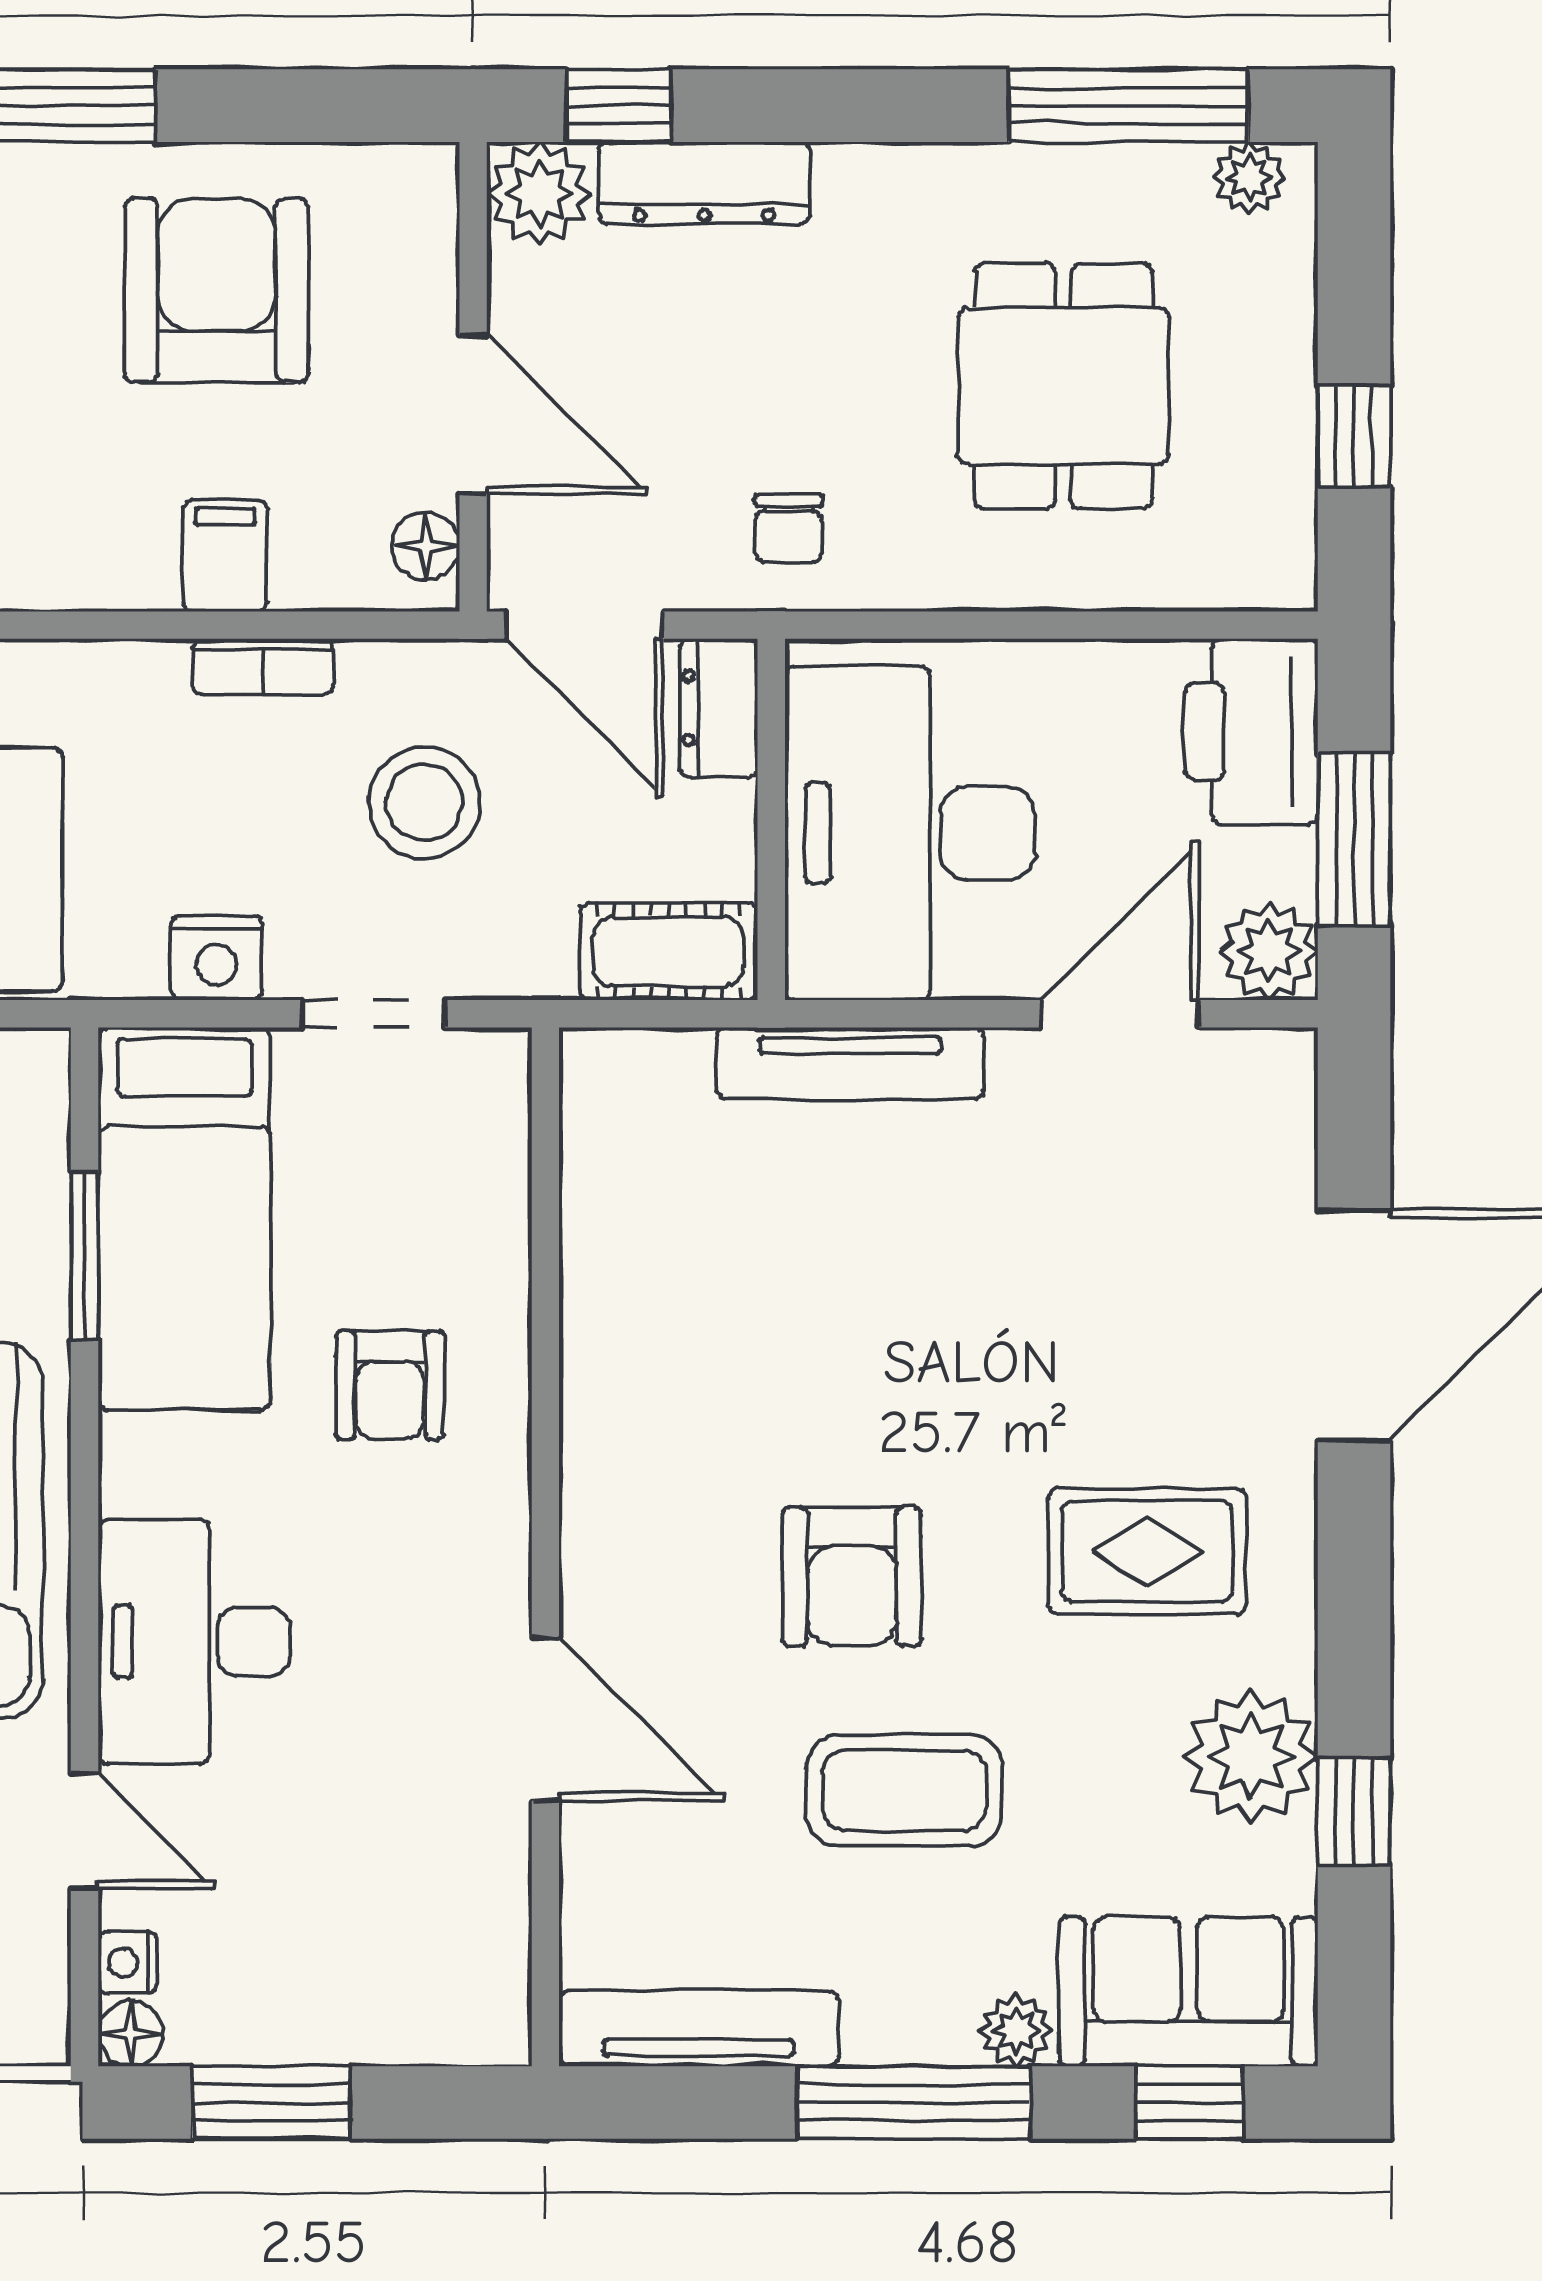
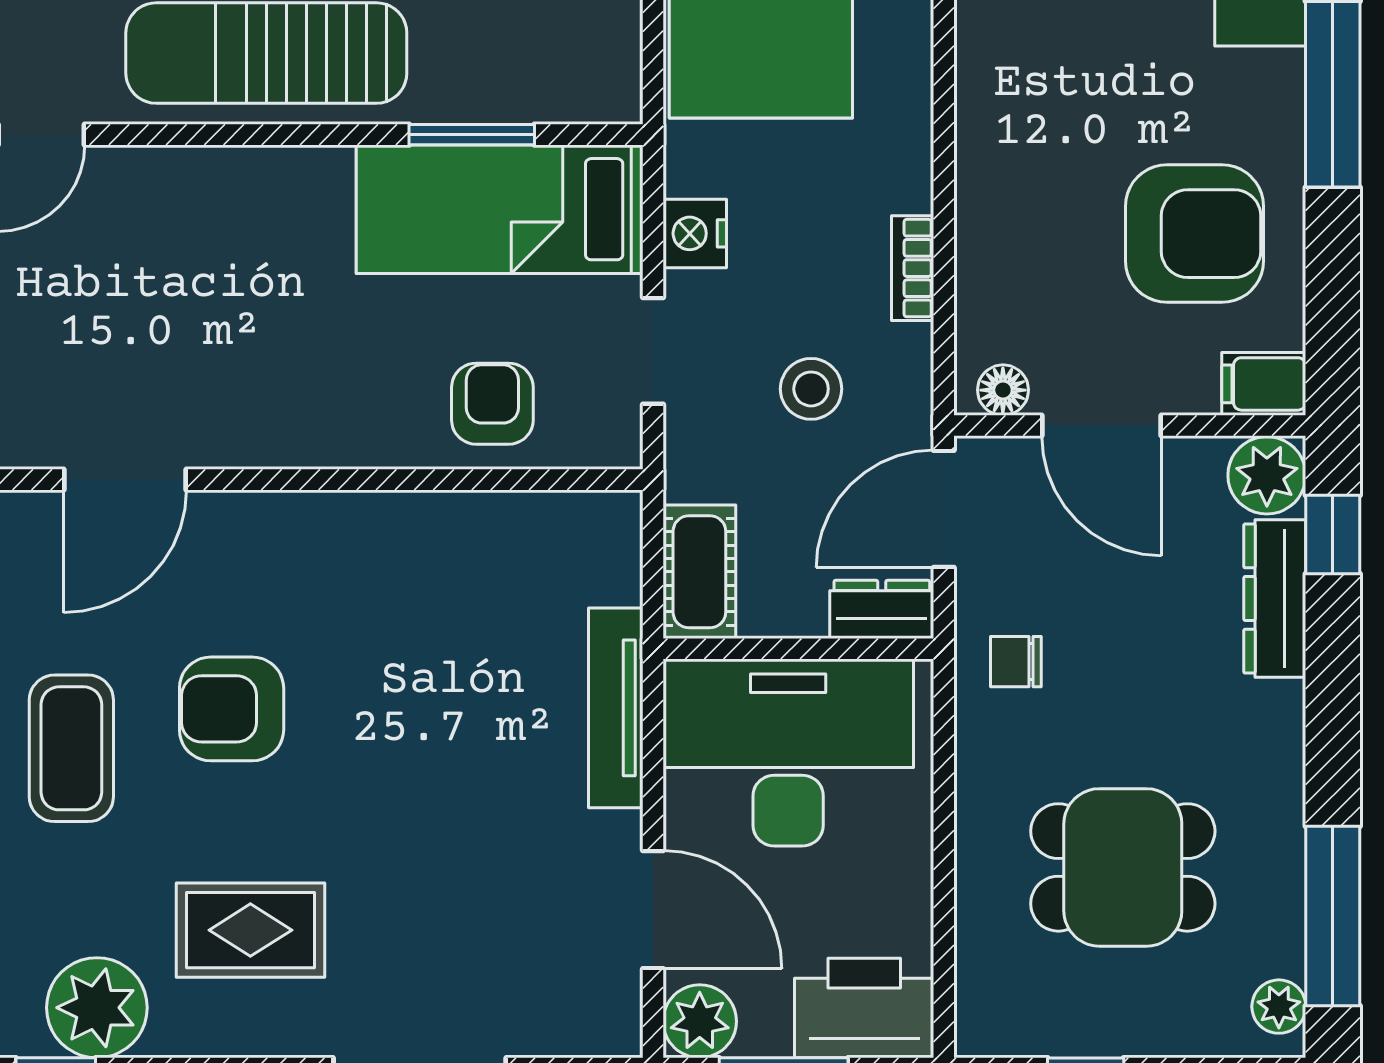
door: (473, 415) -> (1102, 425), hinge flipped
filing cabinet: (225, 556) -> (1264, 384), moved, turned 180
stool: (424, 803) -> (811, 389), width x0.73, depth x0.73
armchair: (390, 1385) -> (492, 404), moved, turned 90
rug: (1147, 1551) -> (250, 930), turned 90
desk: (194, 1642) -> (183, 217), removed

